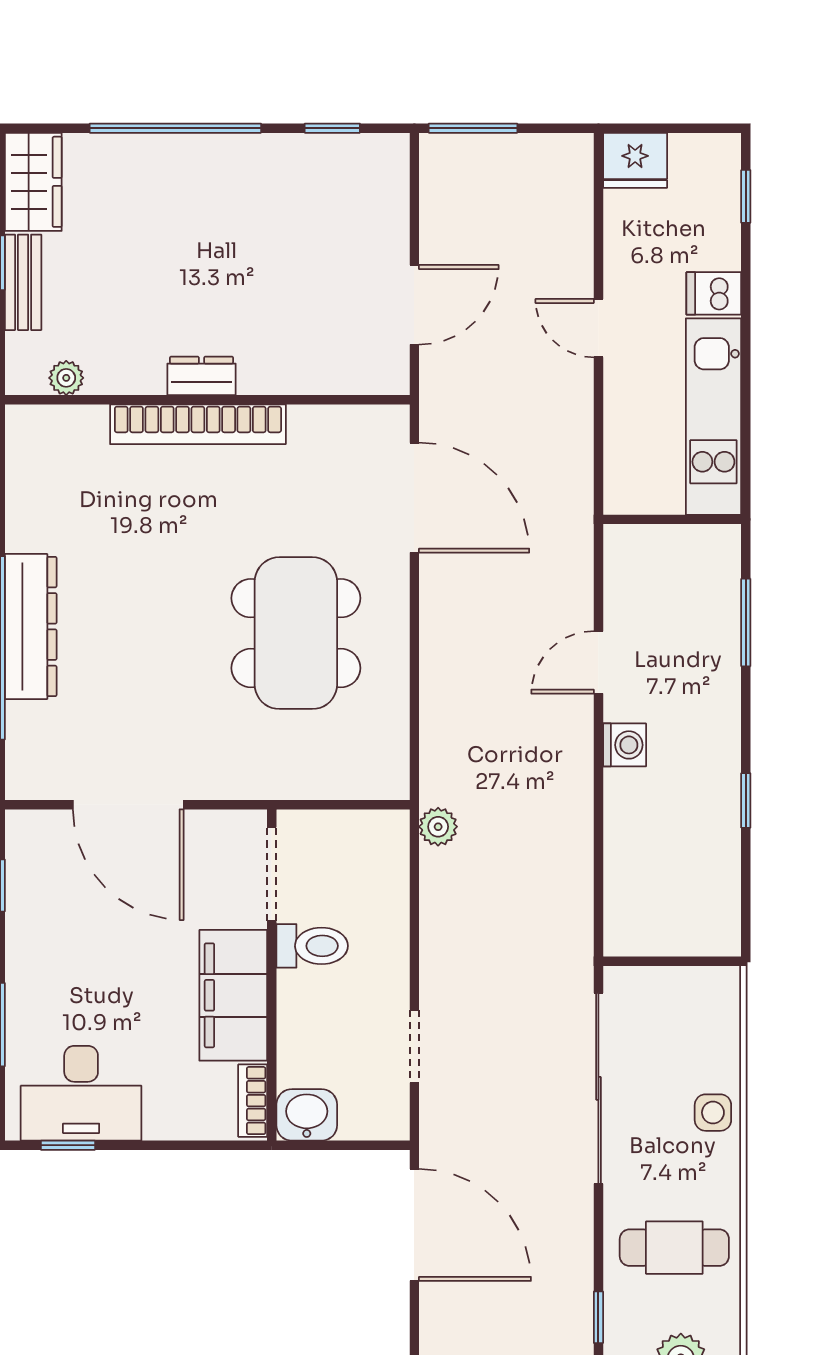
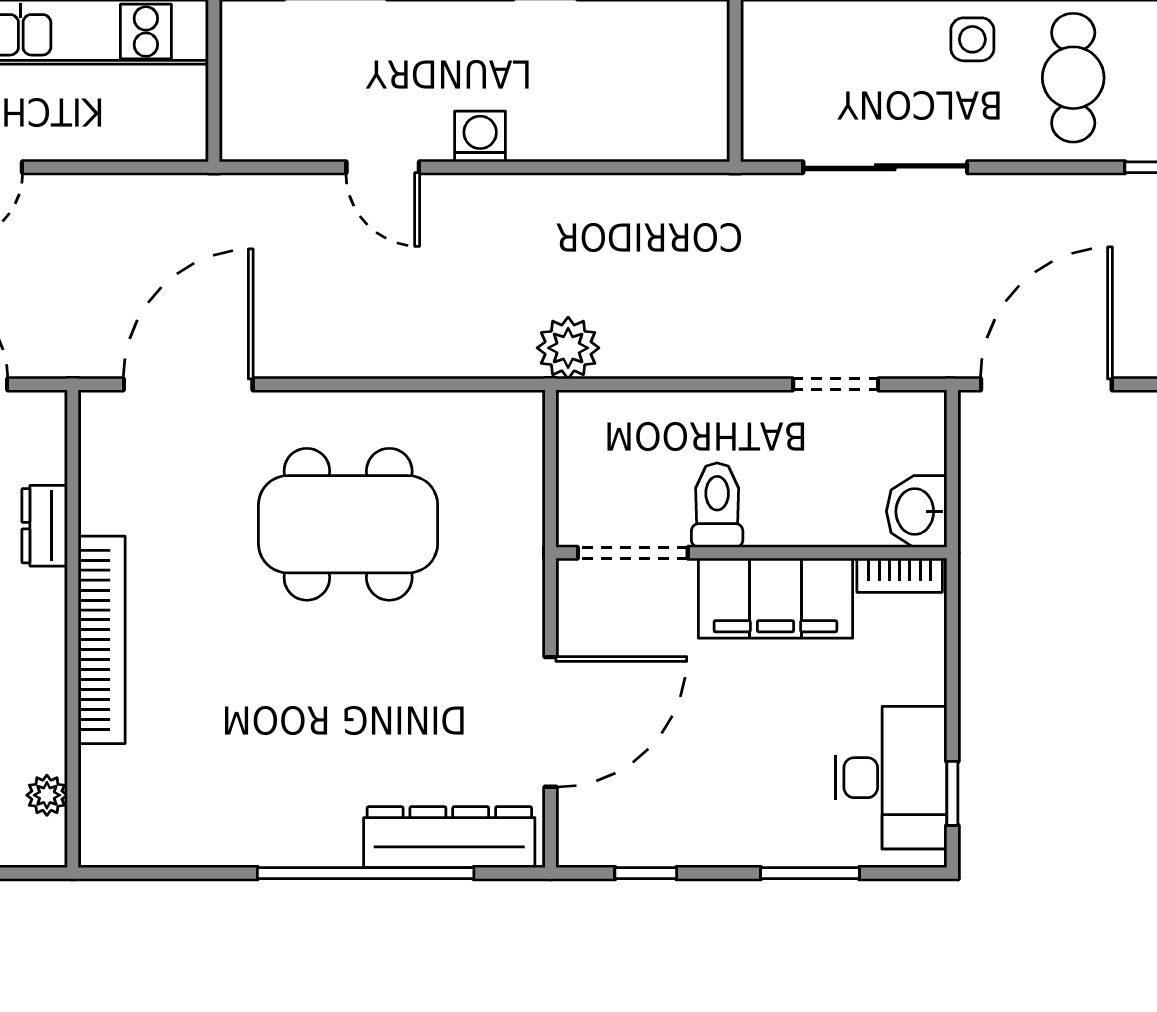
dresser: (202, 376) -> (45, 526), moved
dresser: (31, 627) -> (449, 837), moved
plant: (438, 827) -> (568, 348), width x1.38, depth x1.38
sliding door: (598, 1088) -> (885, 167), width x0.73
side table: (713, 1113) -> (972, 39), moved

